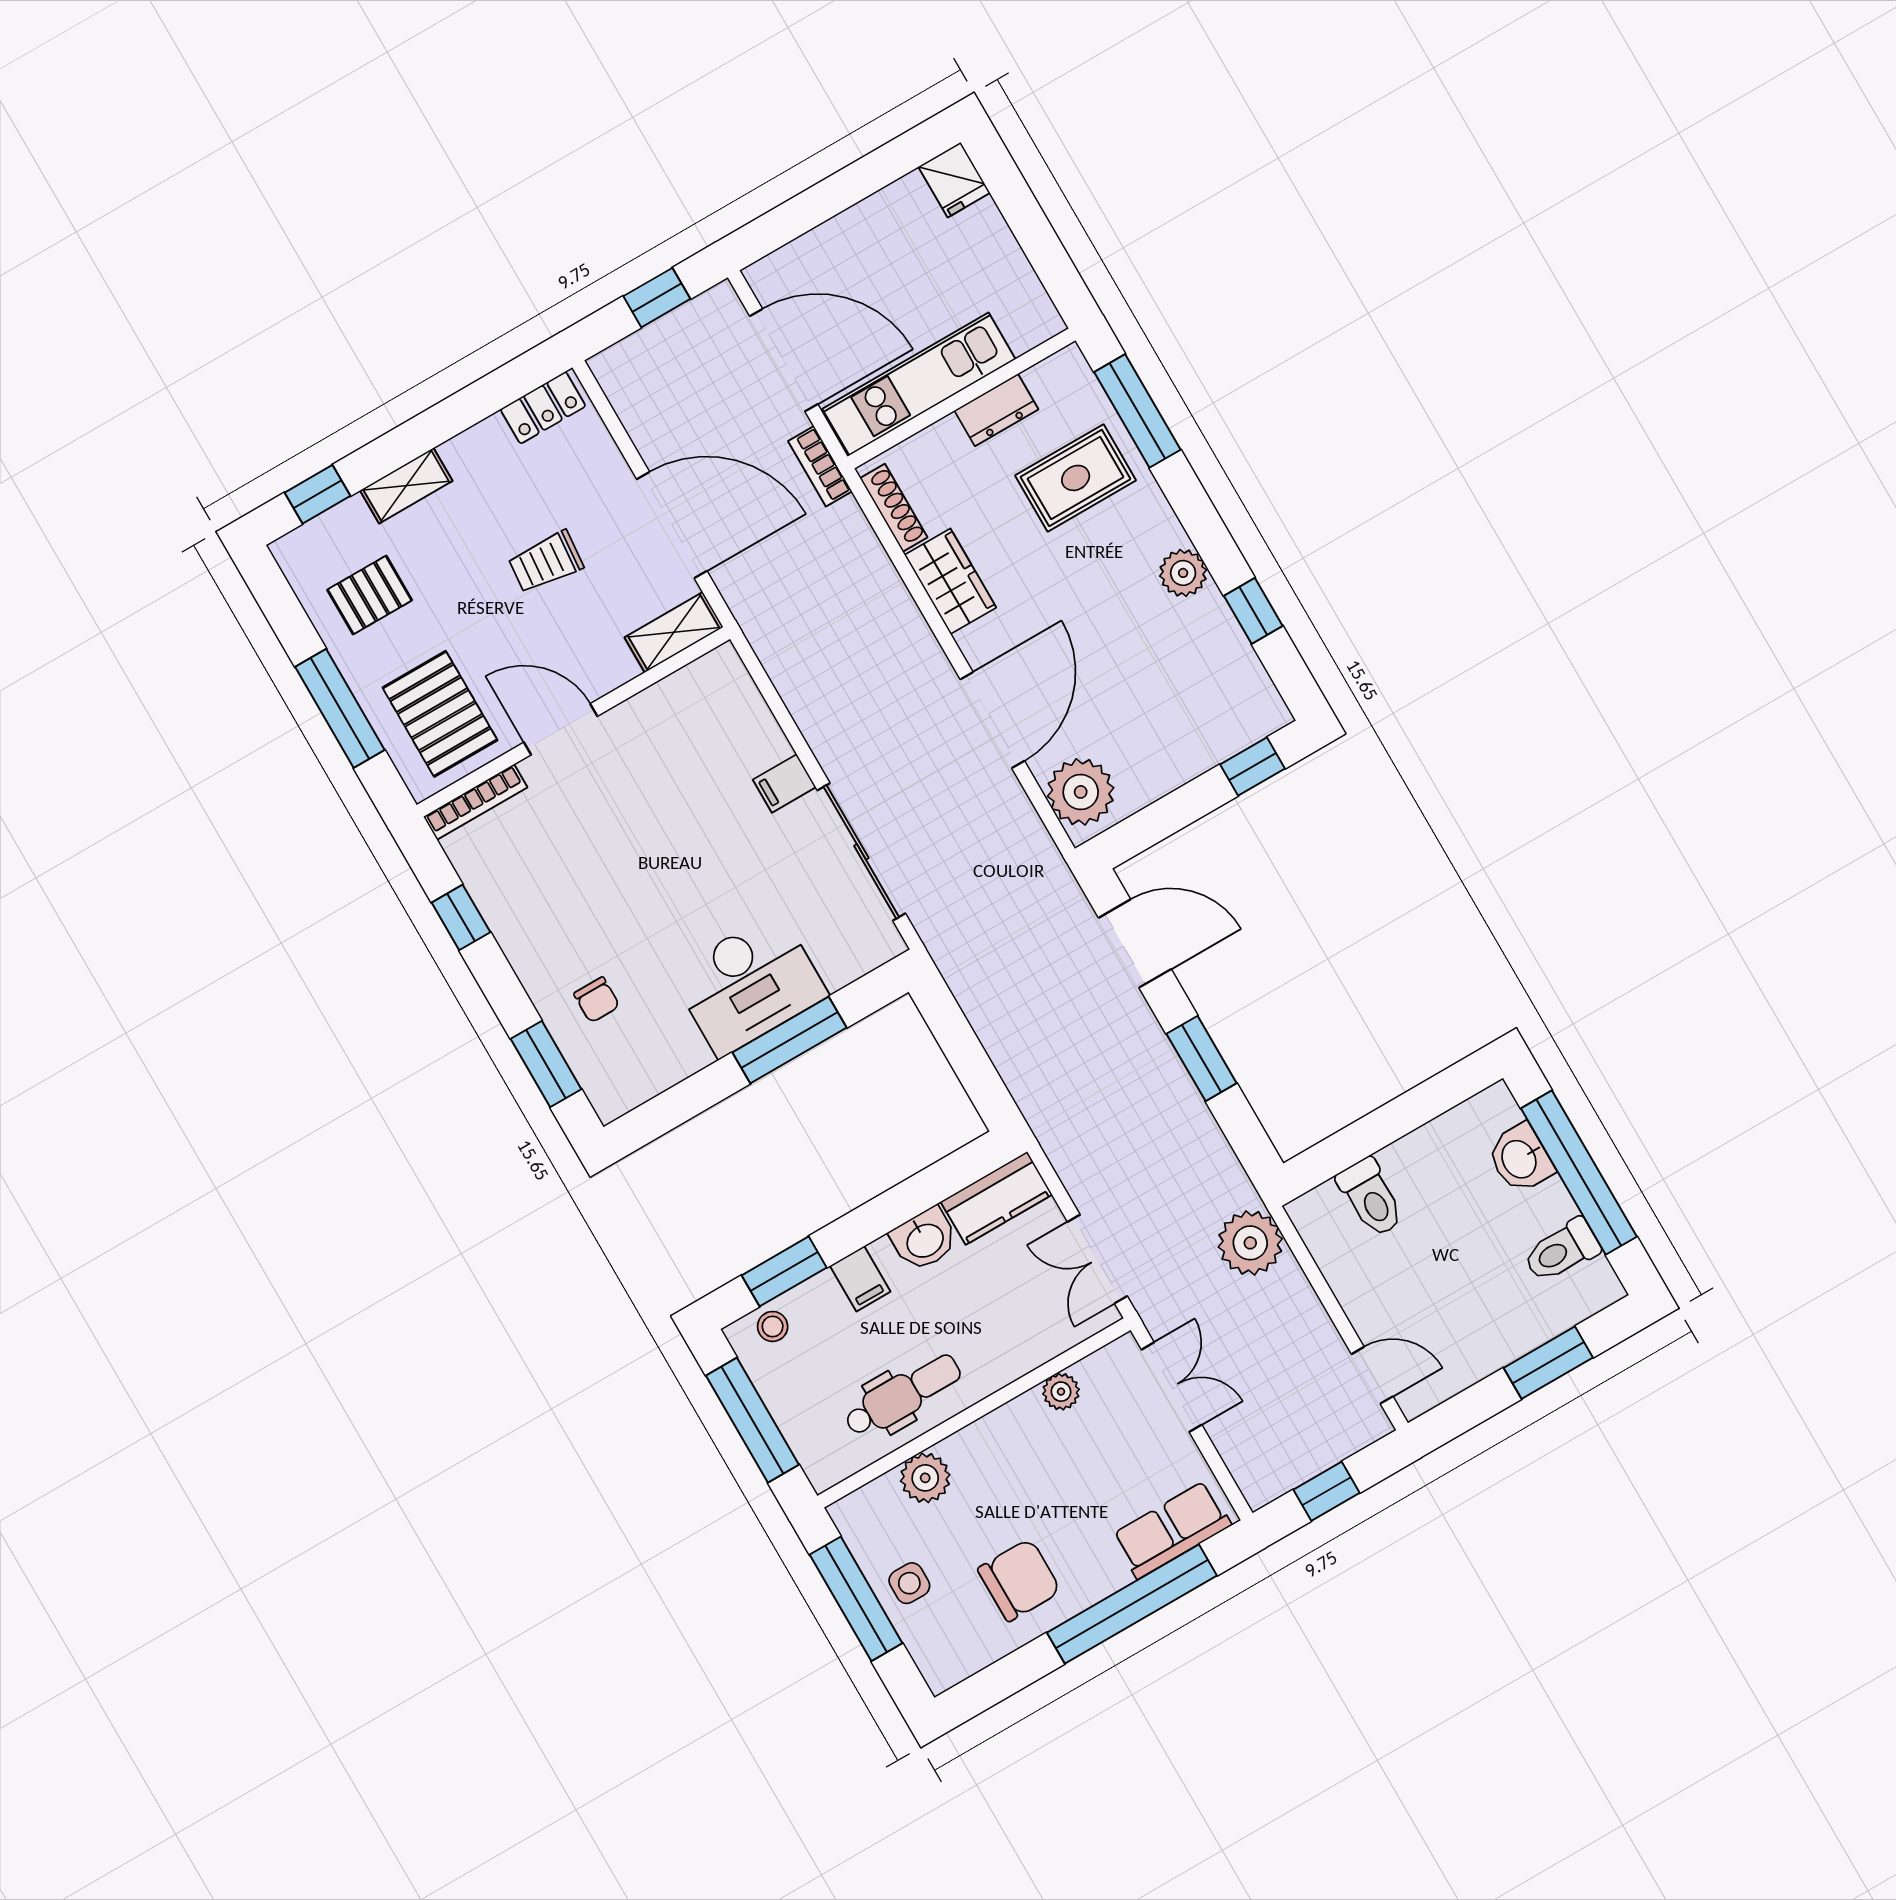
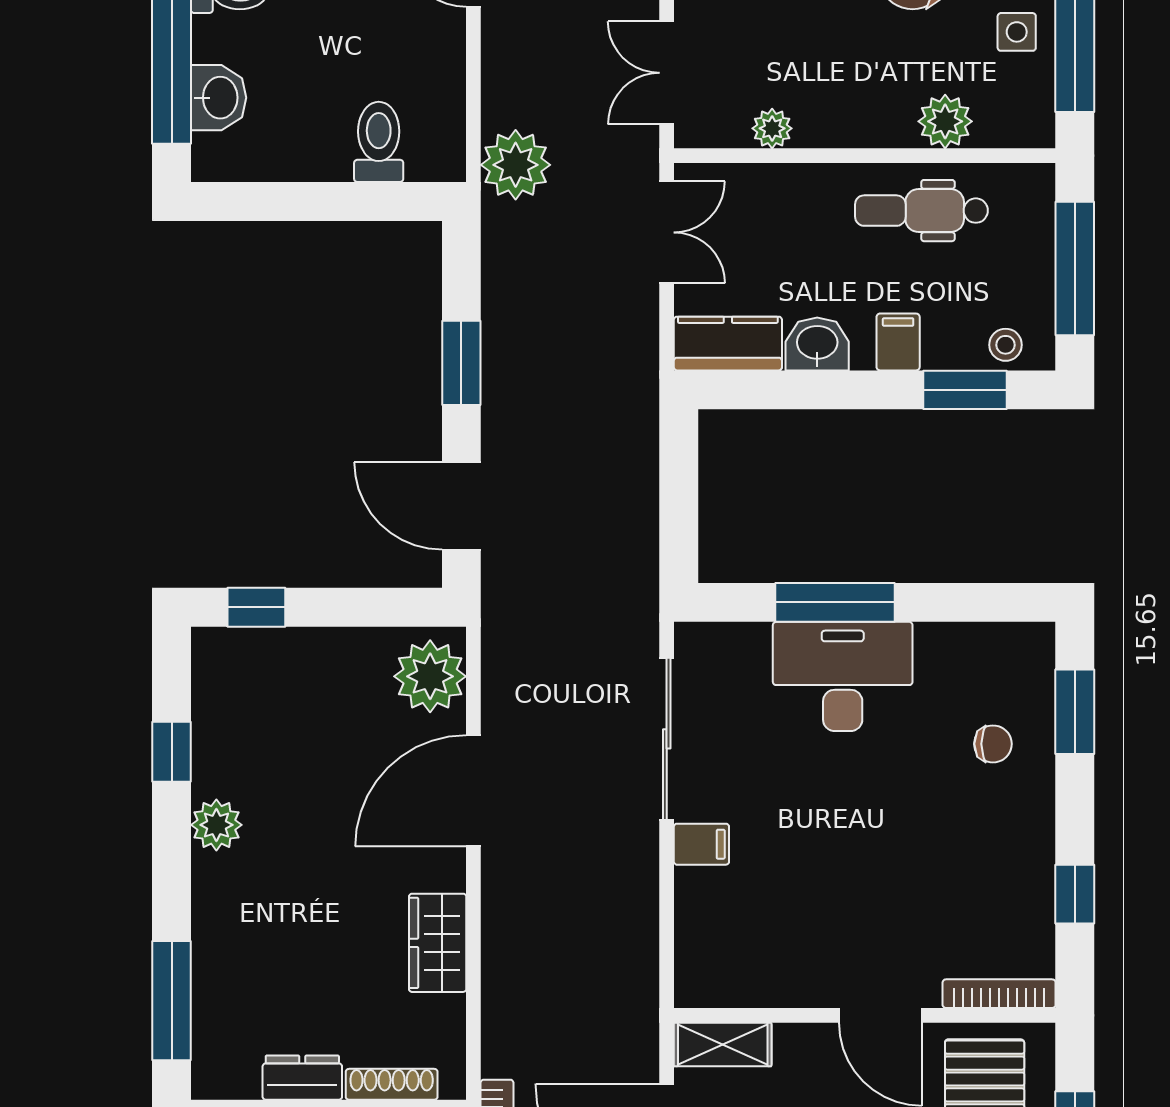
rug: (1076, 478) -> (265, 971), removed
shoe rack: (894, 508) -> (392, 1084), moved, turned 90
chair: (597, 1000) -> (993, 744), turned 90

